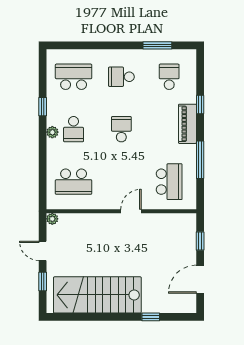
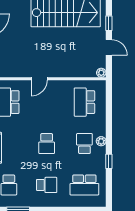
school desk: (74, 182) -> (84, 102), turned -90

